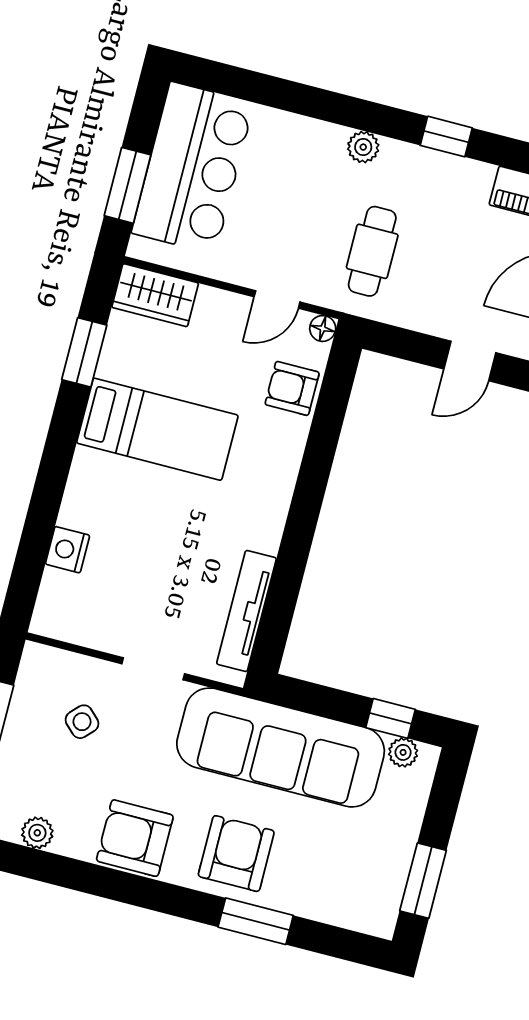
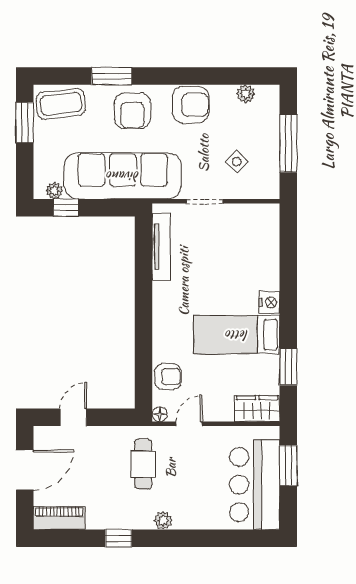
nightstand: (67, 550) -> (269, 302), moved
coffee table: (354, 896) -> (61, 104), added

